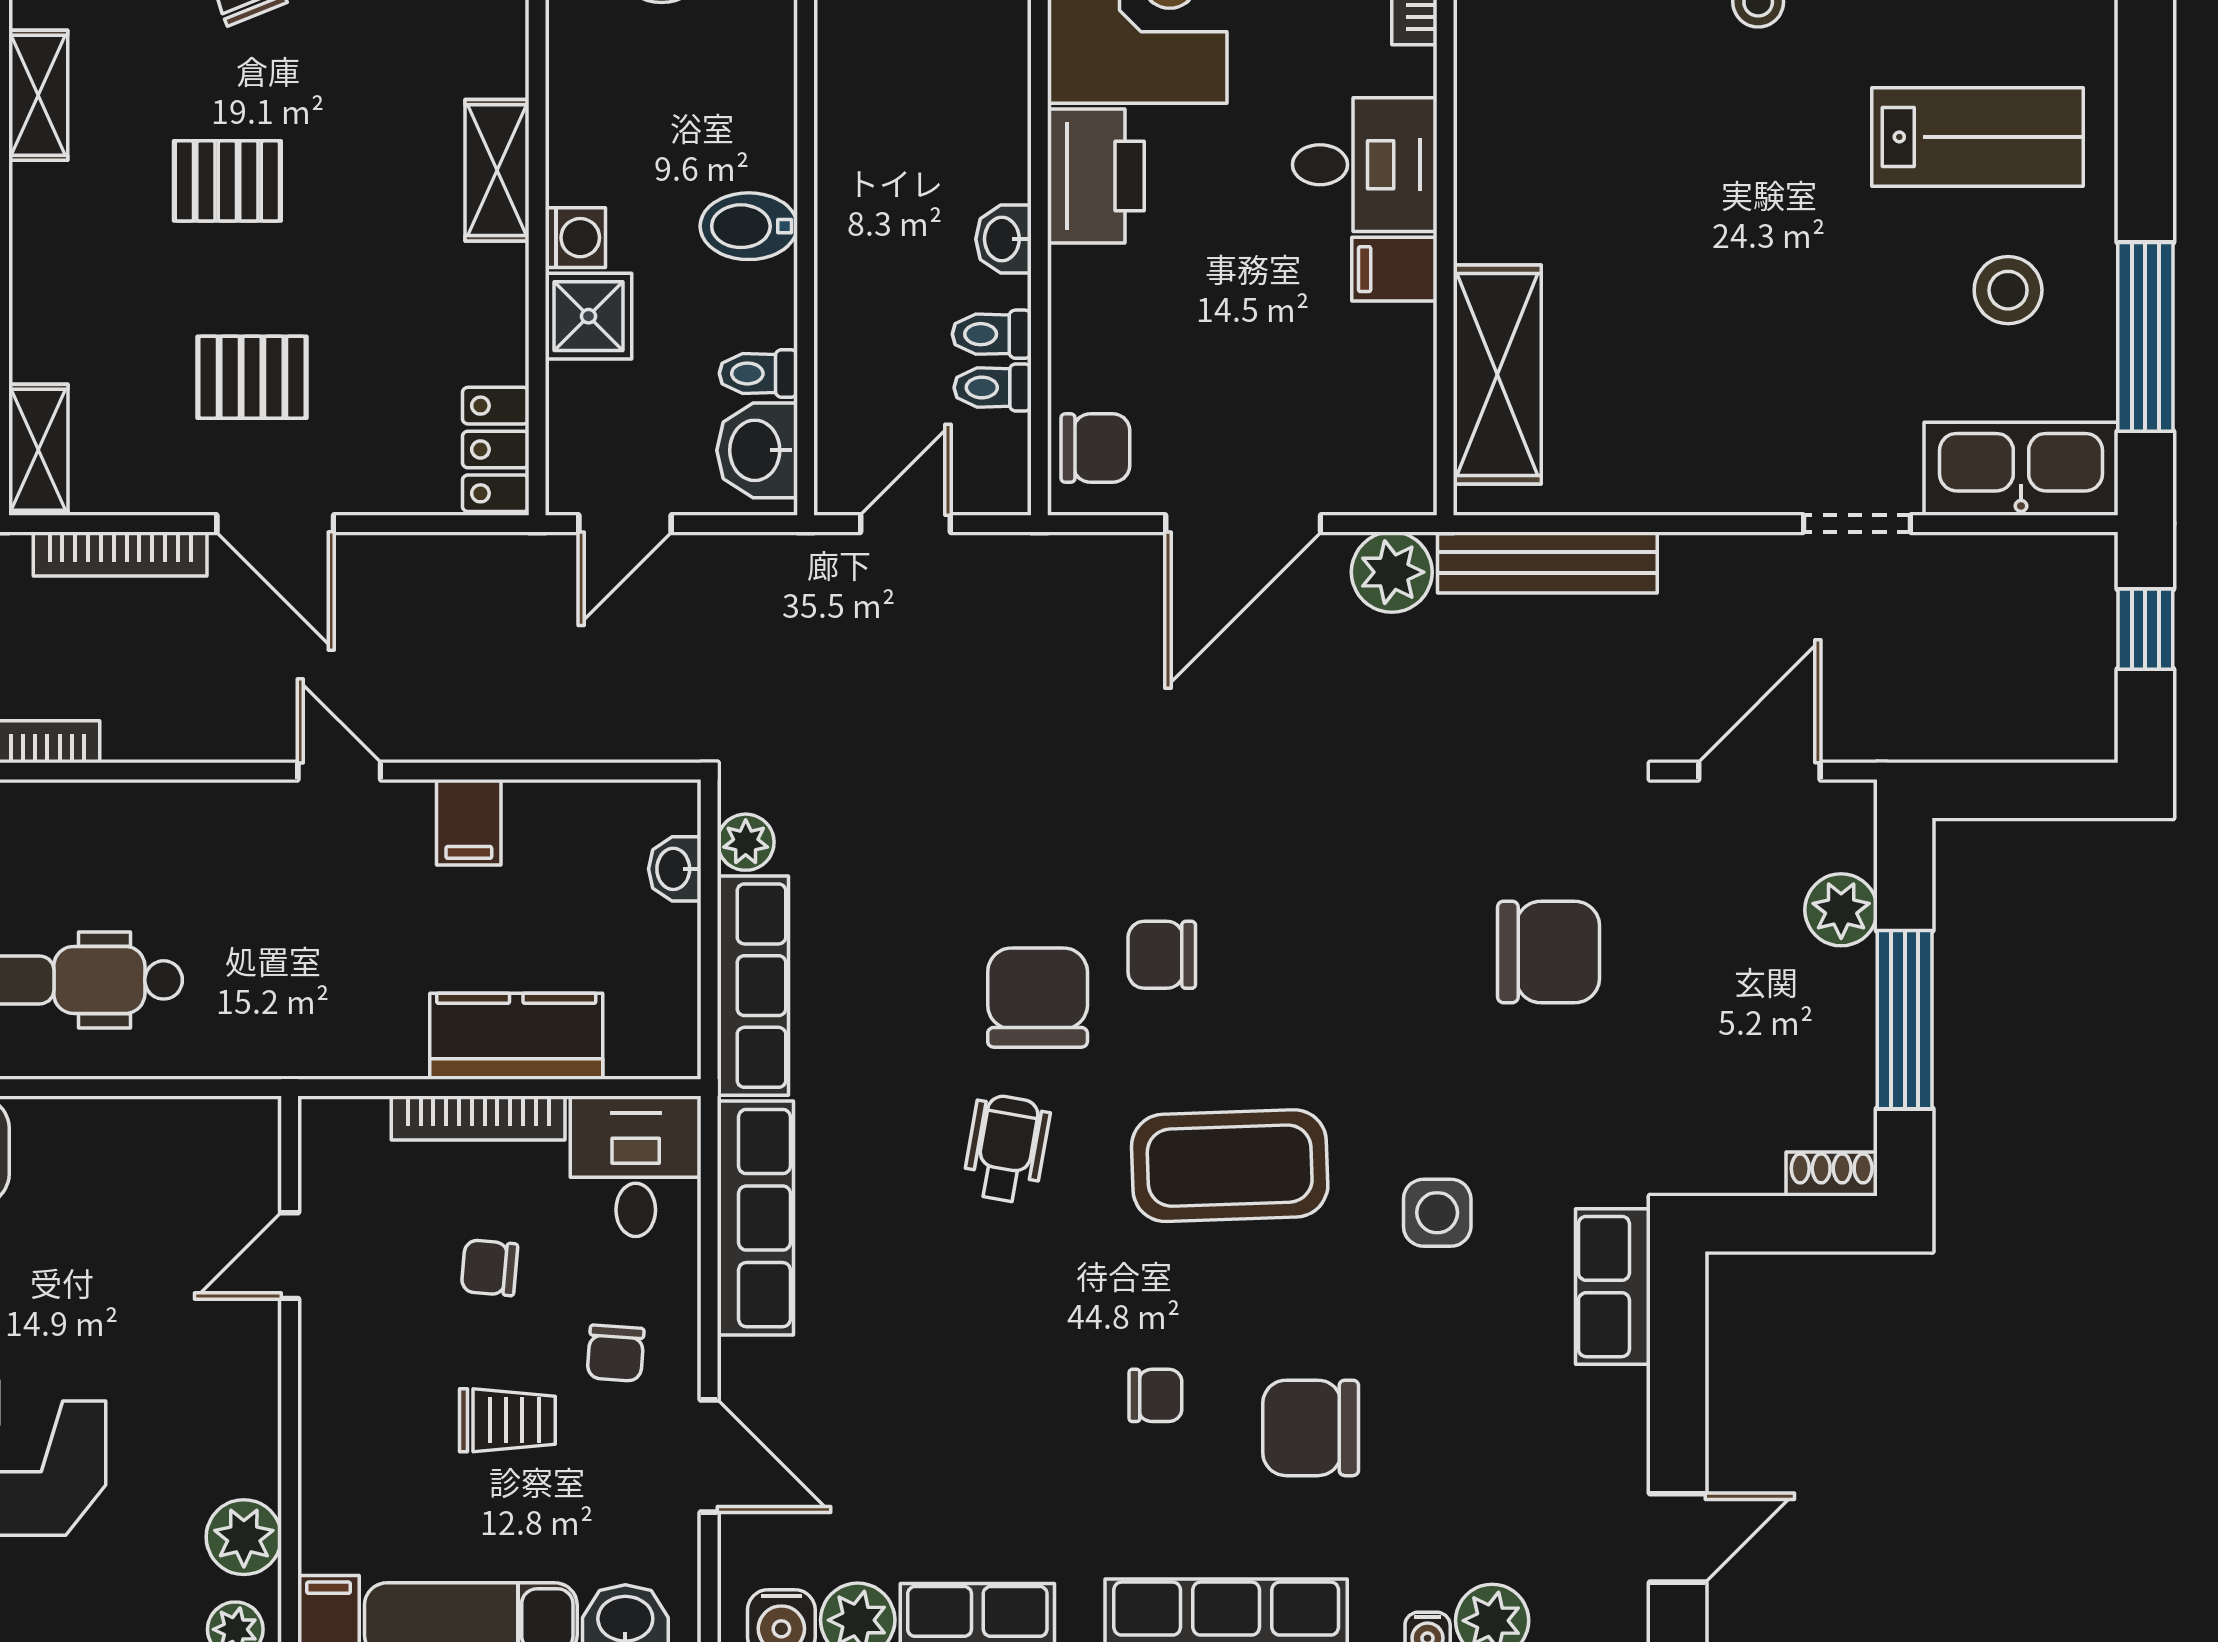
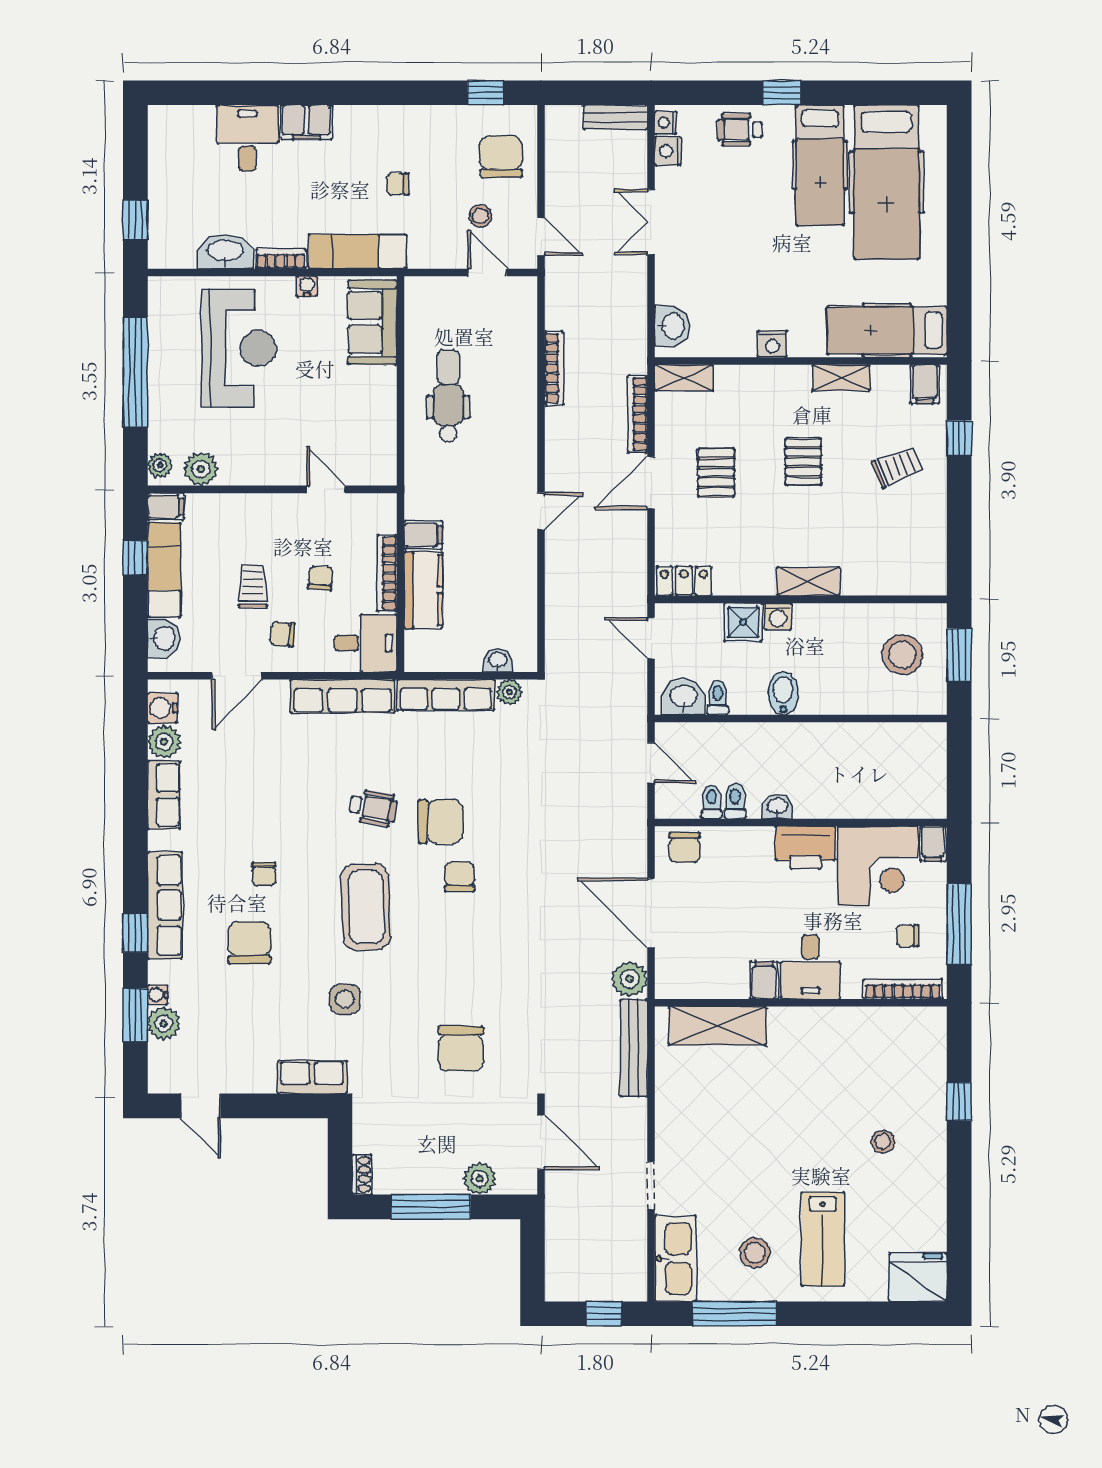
filing cabinet: (469, 822) -> (423, 535), moved, turned 180
trolley: (507, 1420) -> (253, 586), turned 180

